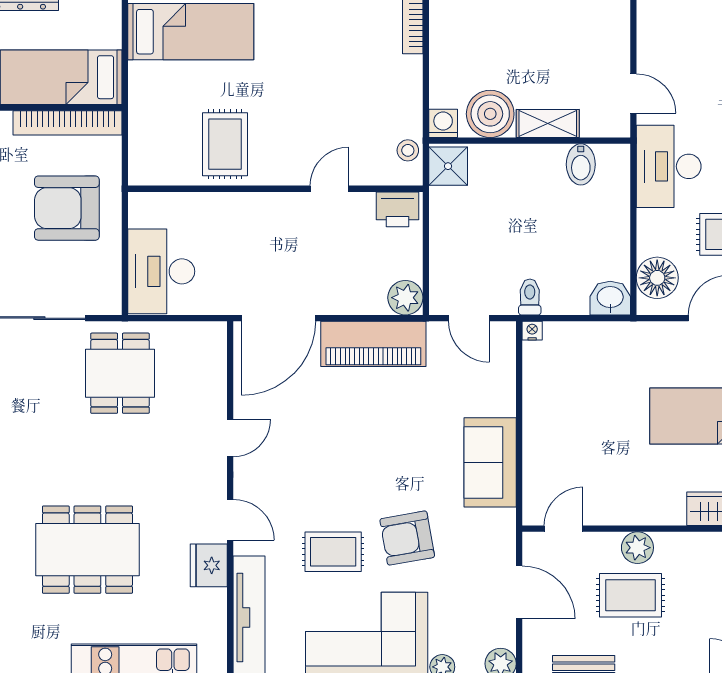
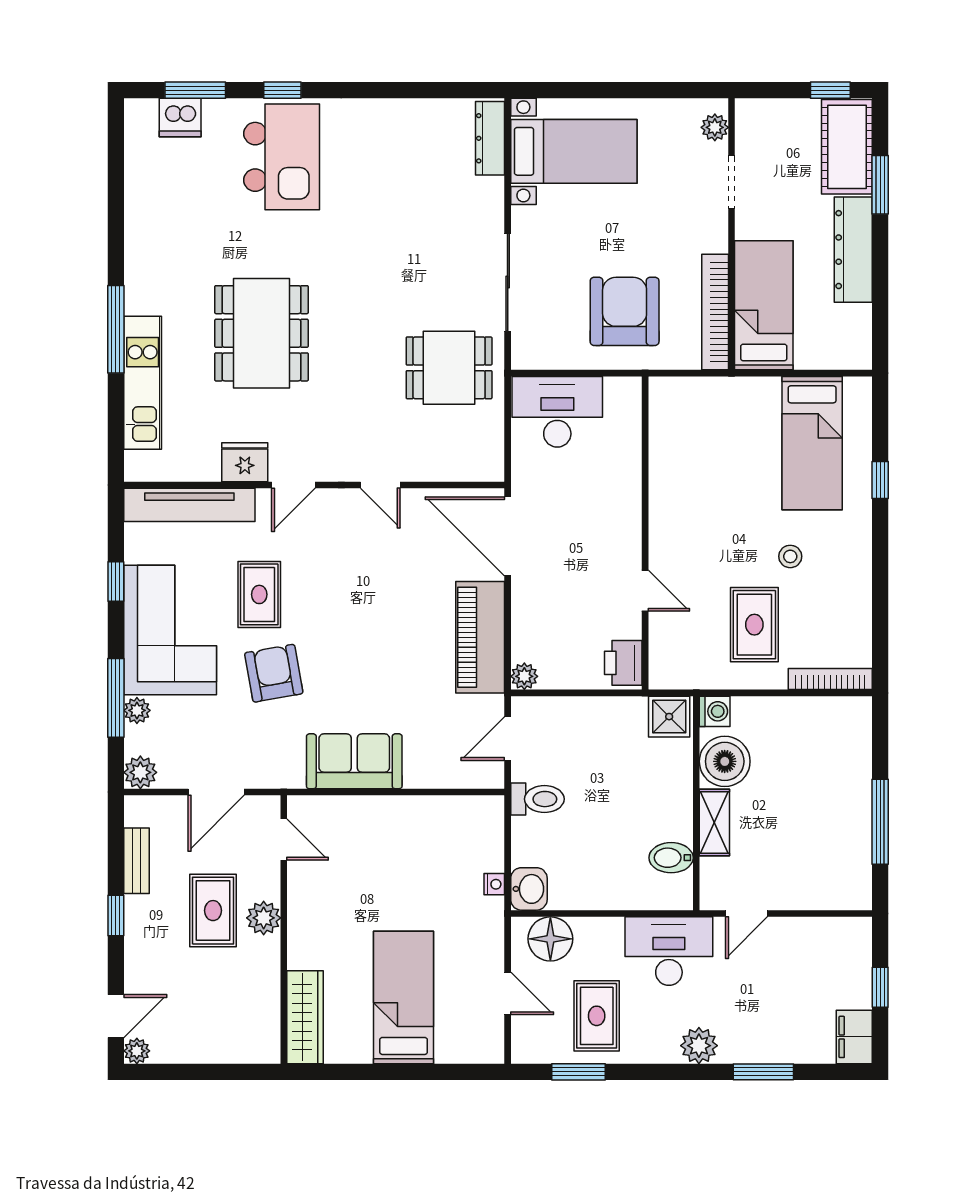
rug: (225, 144) -> (754, 625), moved, turned 90
stool: (408, 150) -> (790, 556), moved
toilet: (530, 297) -> (537, 799), width x1.37, depth x1.39
plant: (405, 298) -> (524, 676), width x0.73, depth x0.73
nightstand: (532, 331) -> (494, 884), moved

